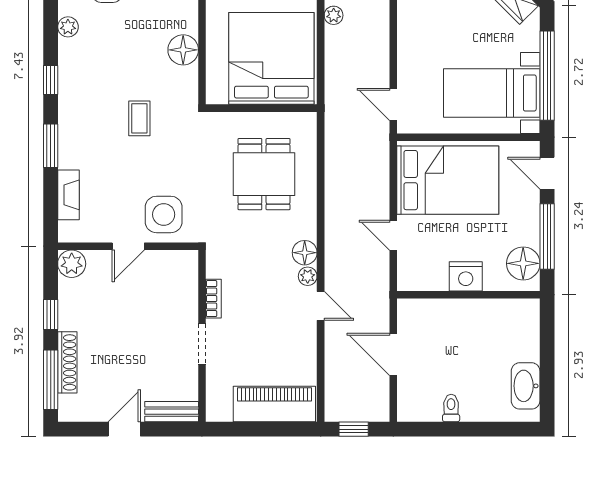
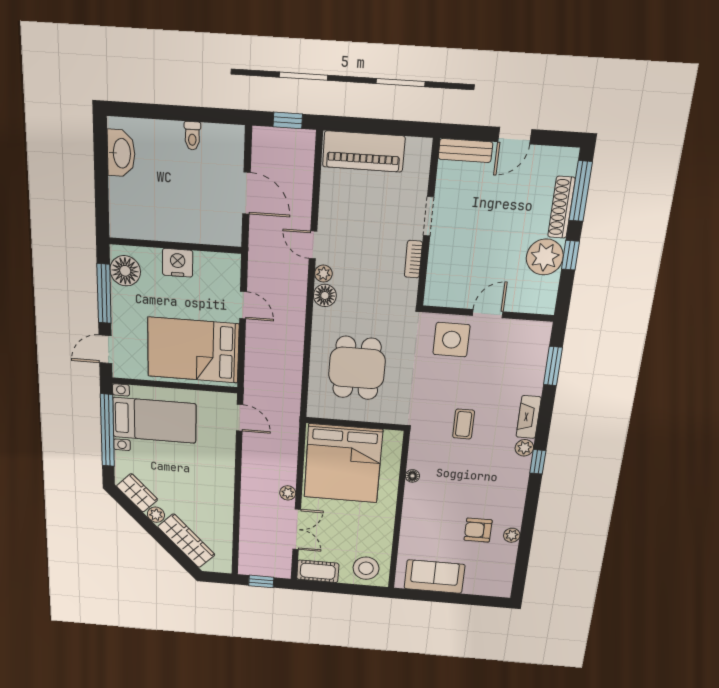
plant: (68, 27) -> (524, 448), moved
floor lamp: (183, 50) -> (412, 476), width x0.53, depth x0.53
window: (51, 146) -> (553, 366), moved
door: (547, 173) -> (105, 349), swing flipped
fireplace: (68, 195) -> (529, 417), moved
plant: (72, 264) -> (545, 257), moved, width x1.36, depth x1.36

